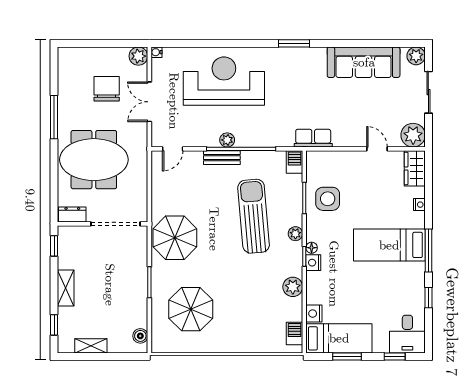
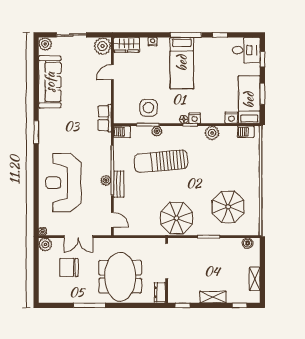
plant: (295, 234) -> (157, 131), moved

